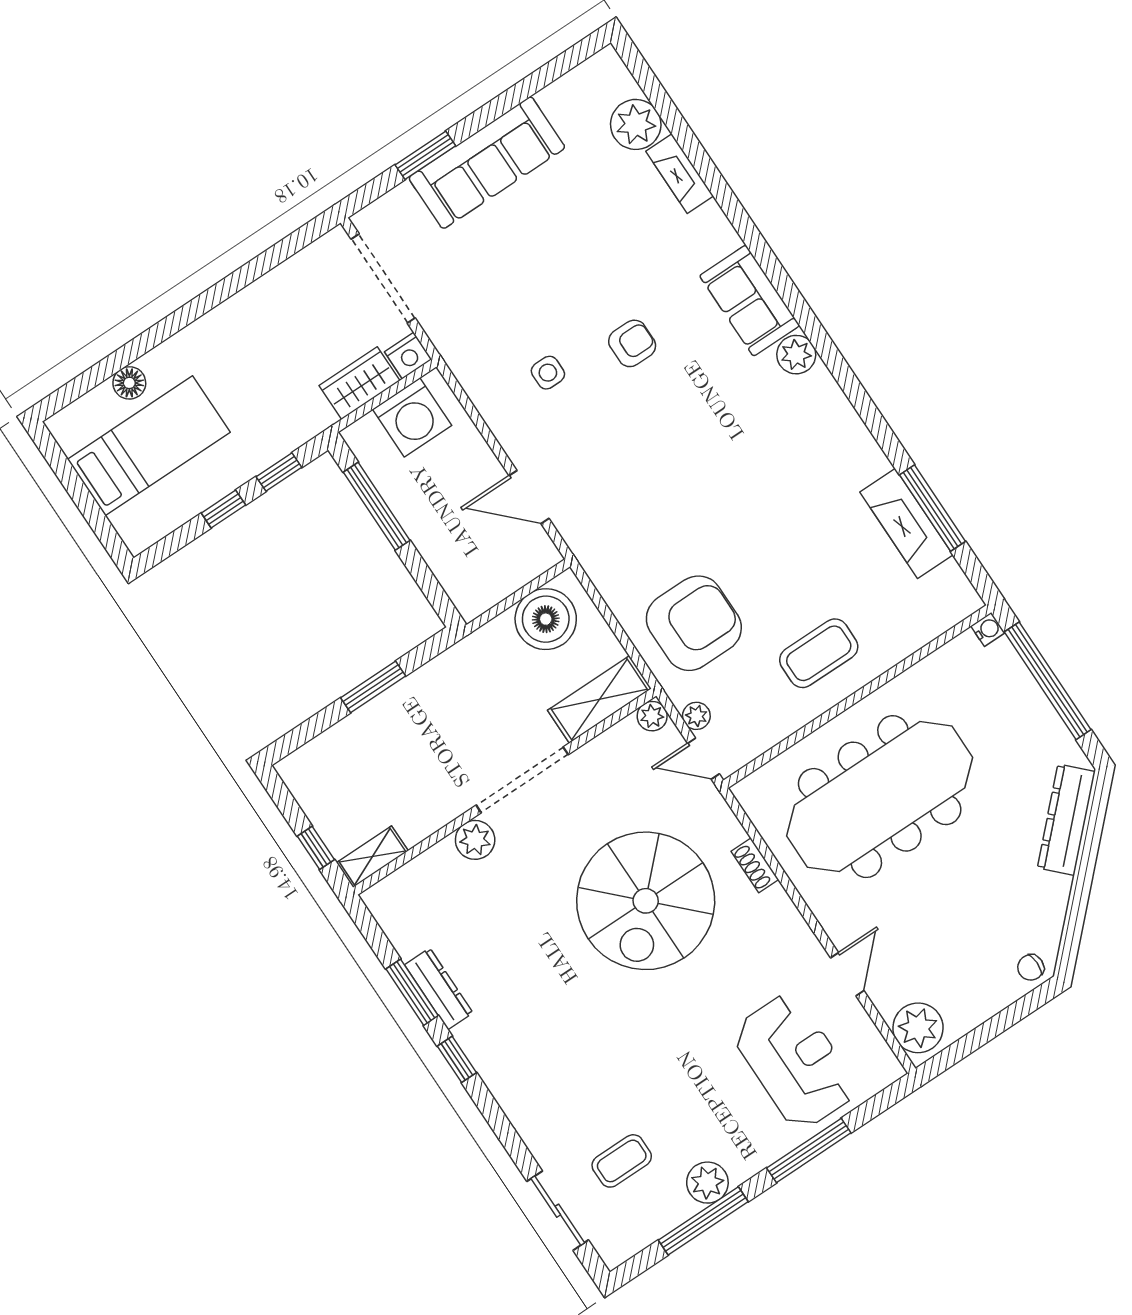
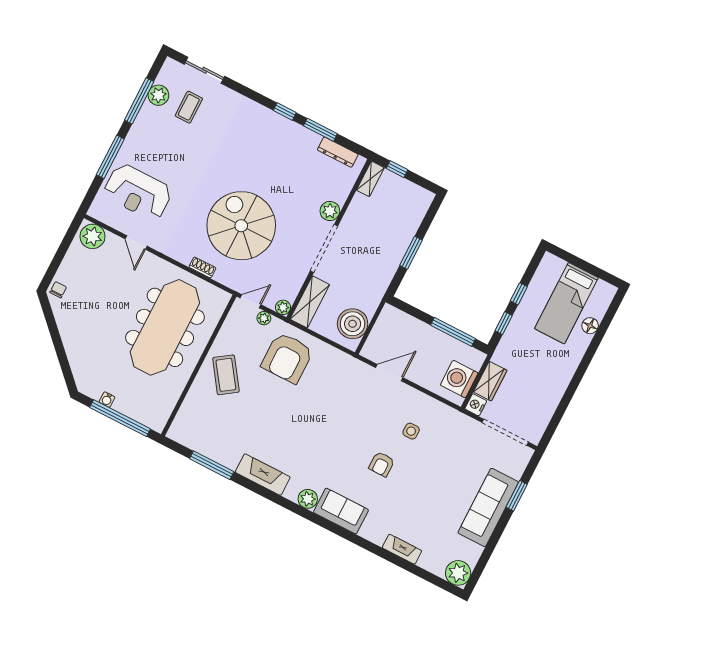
plant: (636, 124) -> (458, 573), moved
fireplace: (906, 523) -> (263, 475), moved
water cooler: (988, 629) -> (107, 400), moved
coffee table: (819, 653) -> (226, 375), turned -35
dresser: (1066, 820) -> (78, 362), removed
dresser: (439, 989) -> (338, 152), moved
plant: (707, 1183) -> (158, 95), moved

